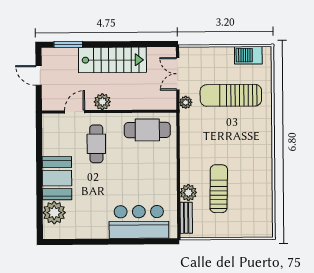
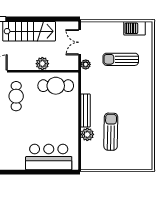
sun lounger: (231, 95) -> (121, 59), width x0.73, depth x0.75
plant: (102, 102) -> (42, 64), moved
bench: (186, 218) -> (85, 110), moved, width x1.36

